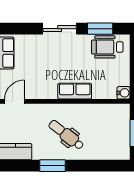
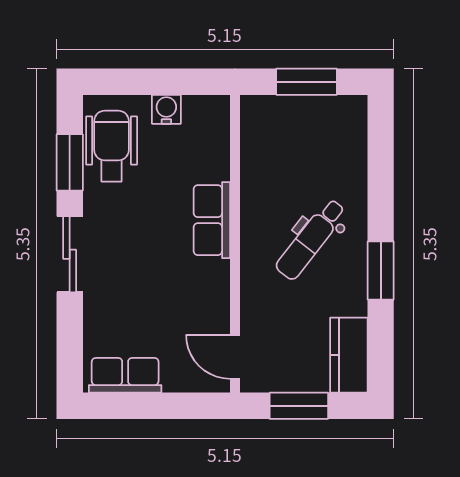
wheelchair: (107, 47) -> (112, 146), turned 180
water cooler: (124, 93) -> (166, 109), moved

